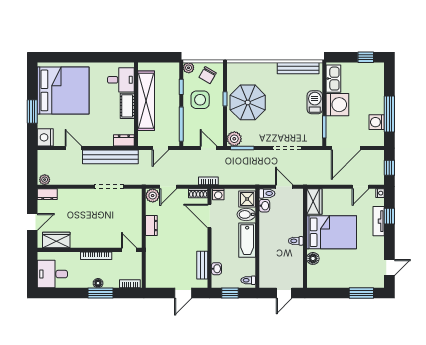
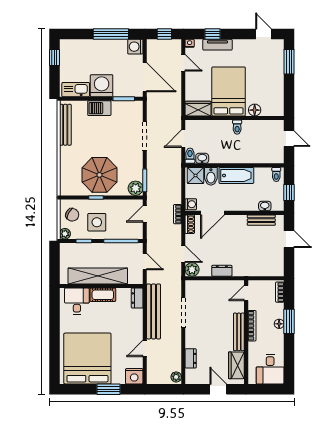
washing machine: (377, 122) -> (135, 47), moved, turned 90
dresser: (47, 194) -> (191, 358), moved
bench: (90, 243) -> (239, 332), added

